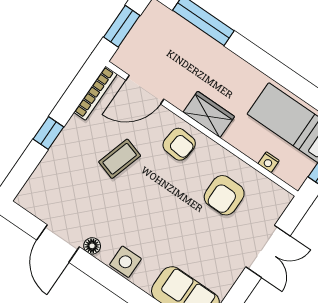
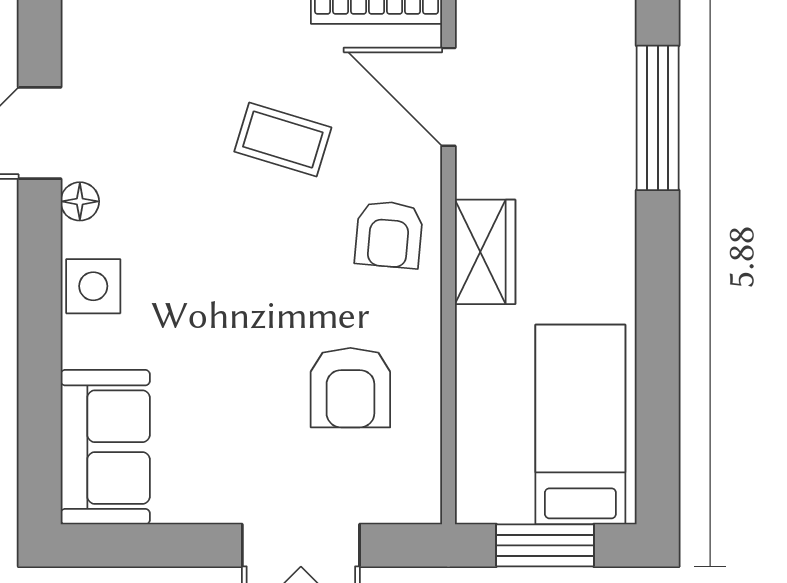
nightstand: (269, 162) -> (472, 429), removed
armchair: (224, 195) -> (350, 388), turned -90

